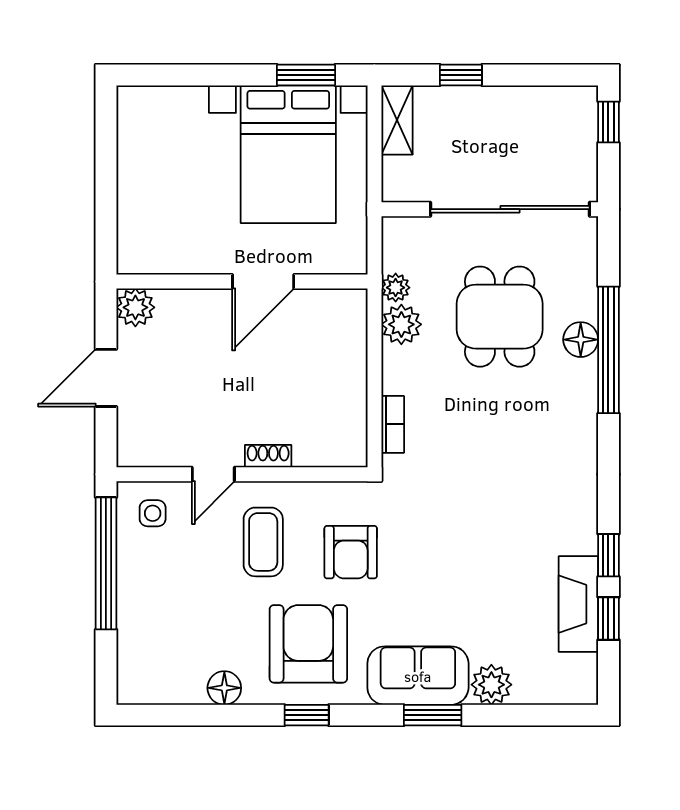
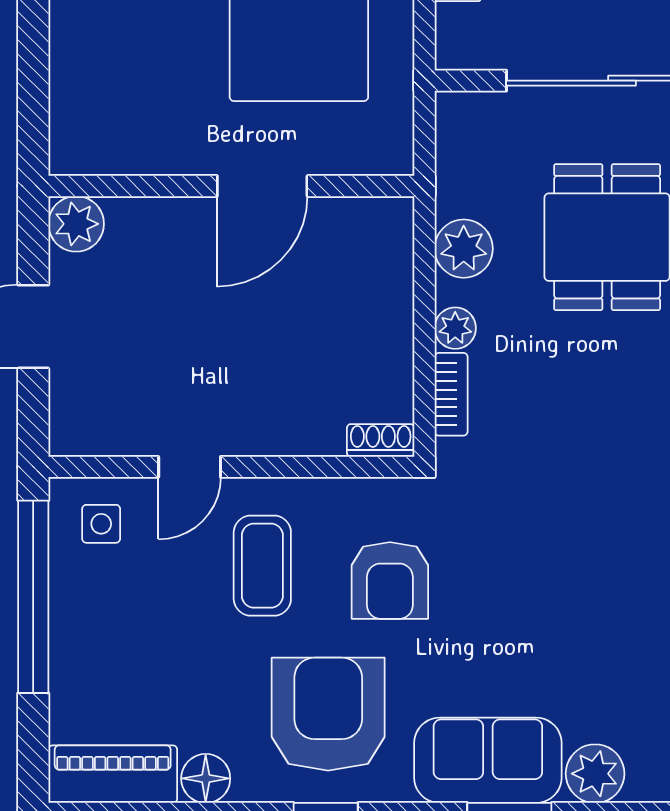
plant: (396, 288) -> (455, 328), moved
shoe rack: (268, 456) -> (381, 440), moved
piano: (161, 685) -> (113, 774), added

